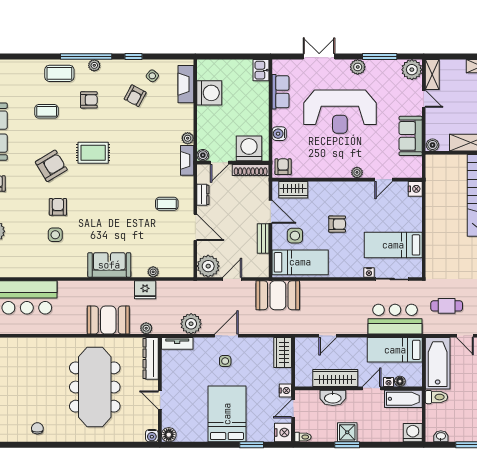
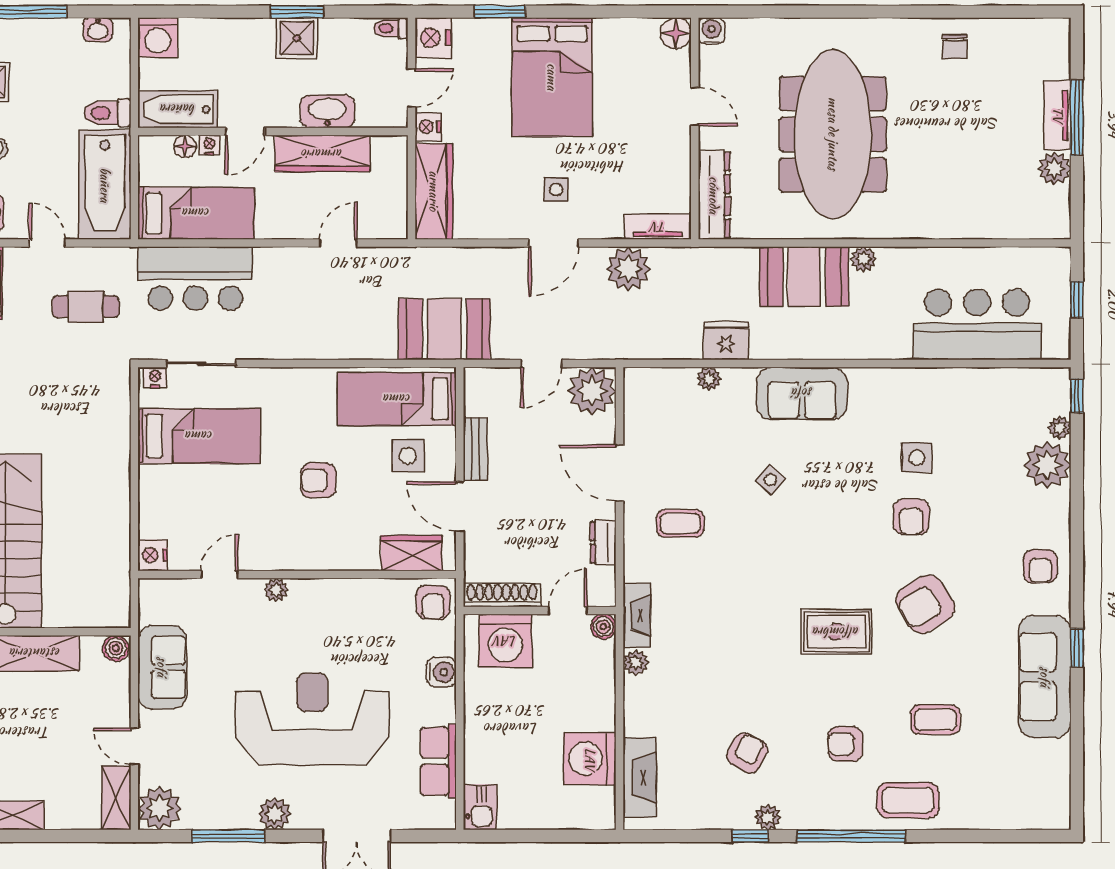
plant: (94, 65) -> (768, 817), moved
side table: (152, 76) -> (771, 480), moved
nightstand: (369, 272) -> (155, 378), moved
plant: (146, 328) -> (864, 259), moved
wardrobe: (283, 353) -> (434, 191), width x1.50

